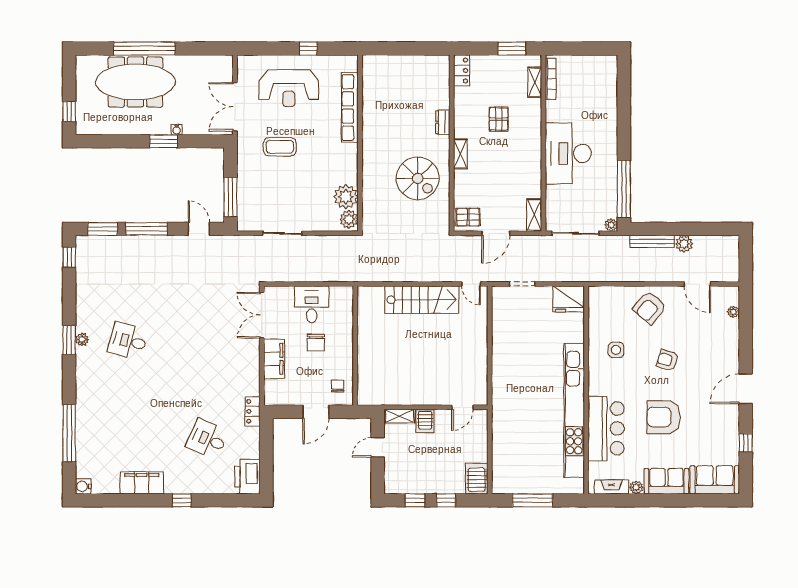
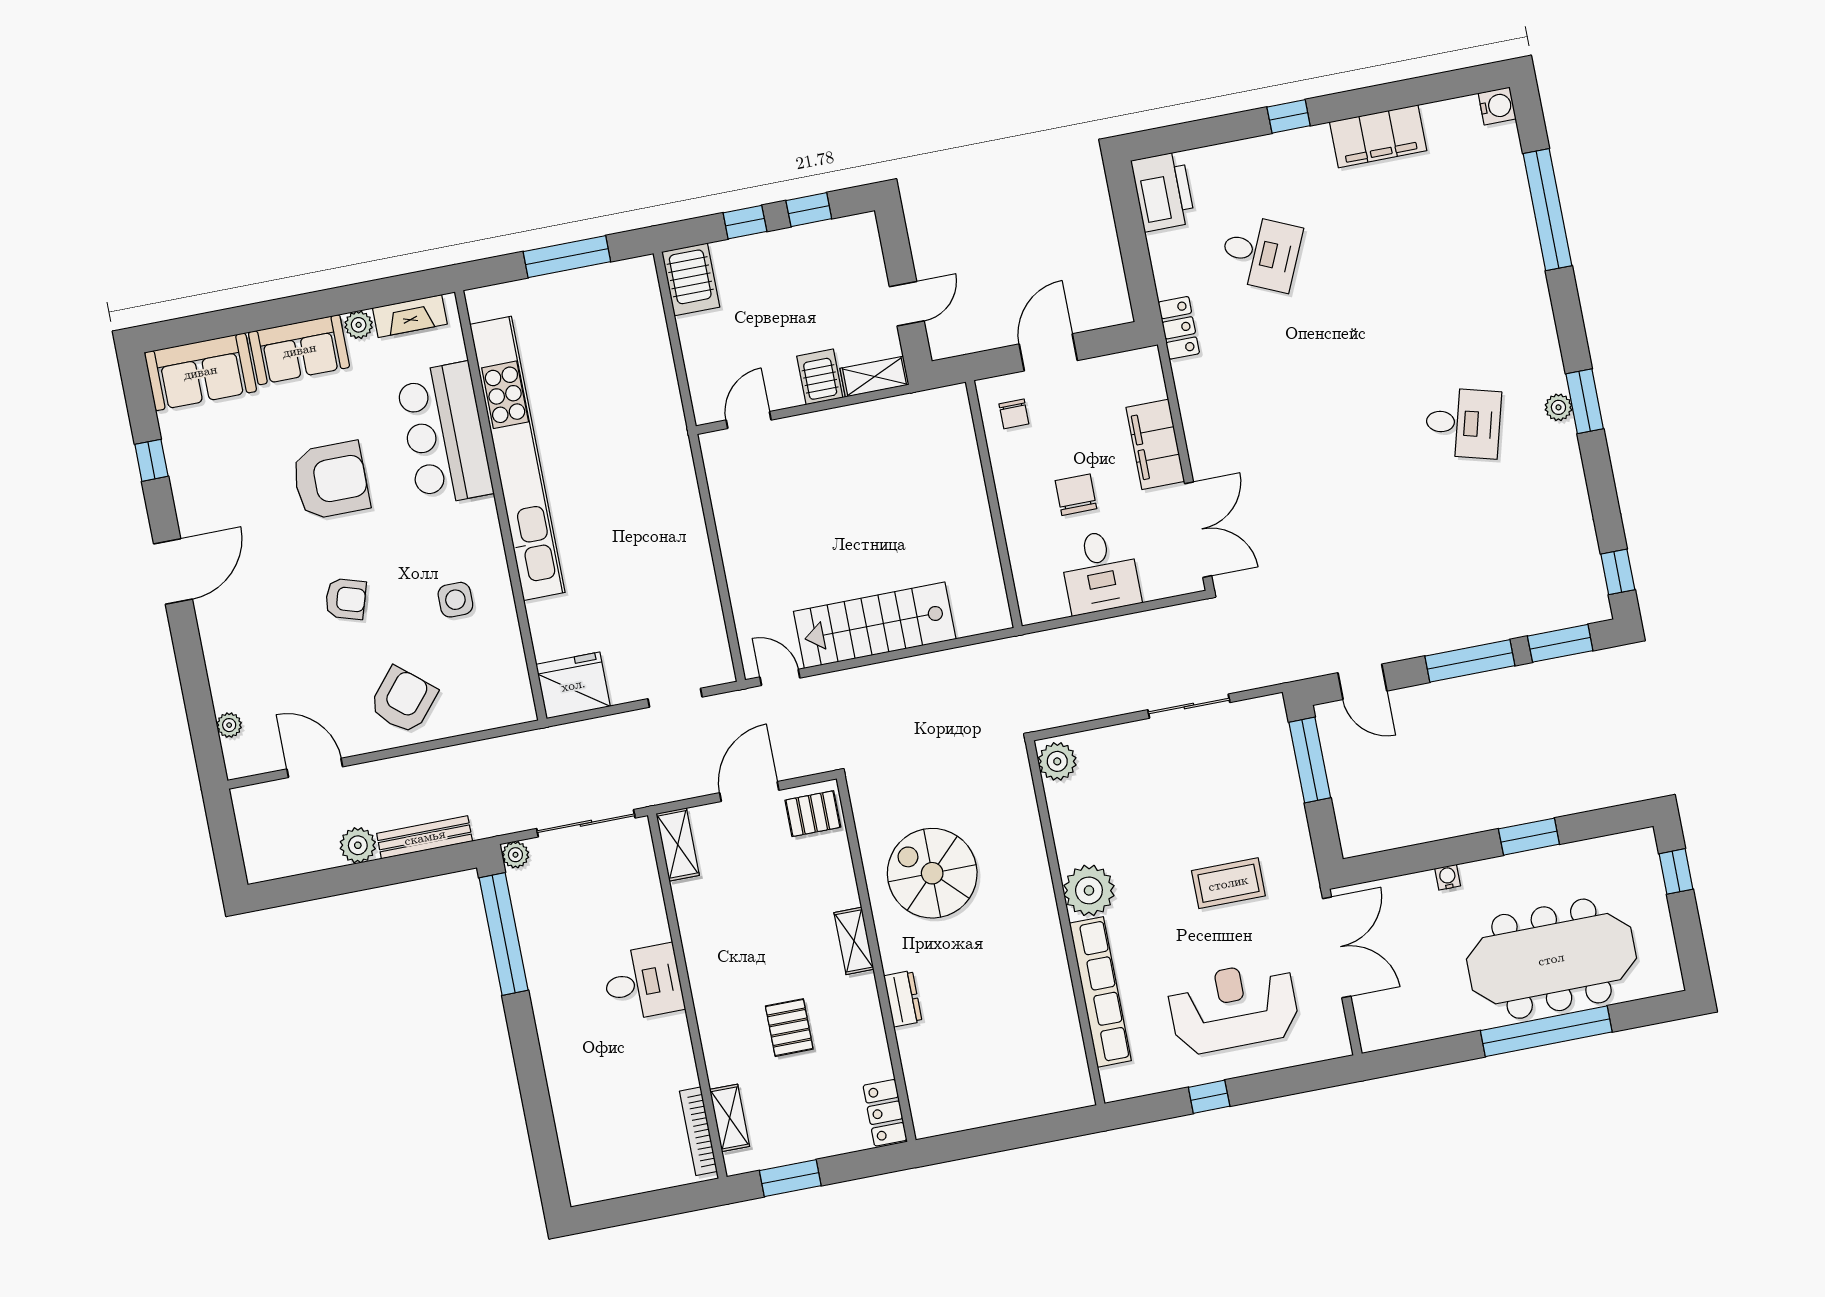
window: (163, 141) -> (1529, 837), moved
desk: (568, 153) -> (643, 983), width x0.53, depth x0.77
plant: (346, 197) -> (1089, 890), moved

